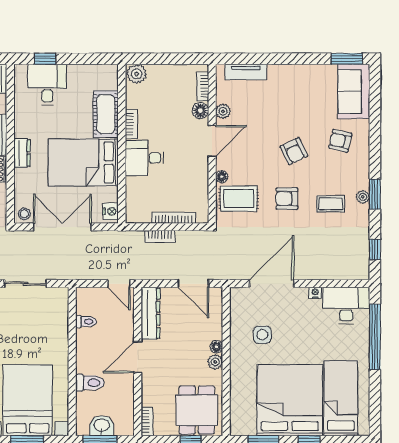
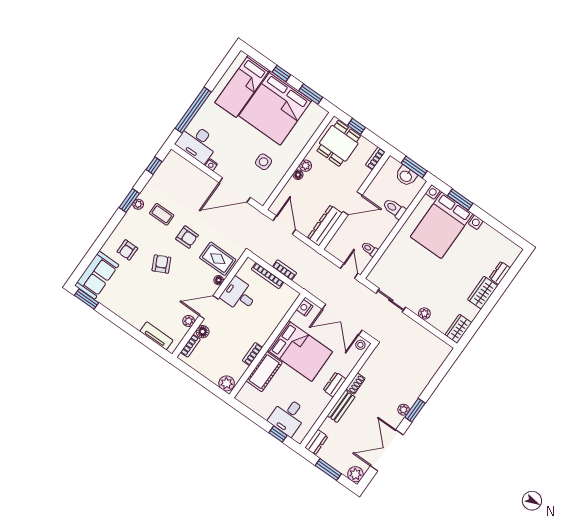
armchair: (340, 141) -> (127, 250), turned 77
desk: (145, 158) -> (239, 295), moved, turned 180
door: (119, 284) -> (349, 271), moved

